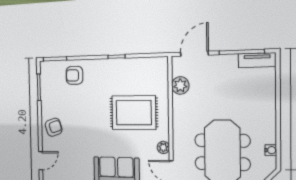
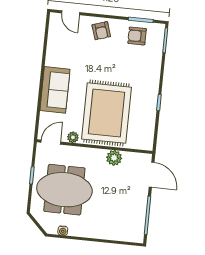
tv unit: (257, 60) -> (139, 227), removed
armchair: (74, 75) -> (137, 36), moved, turned -90
plant: (180, 85) -> (114, 158), moved
rug: (134, 113) -> (107, 113), width x1.37, depth x1.44

